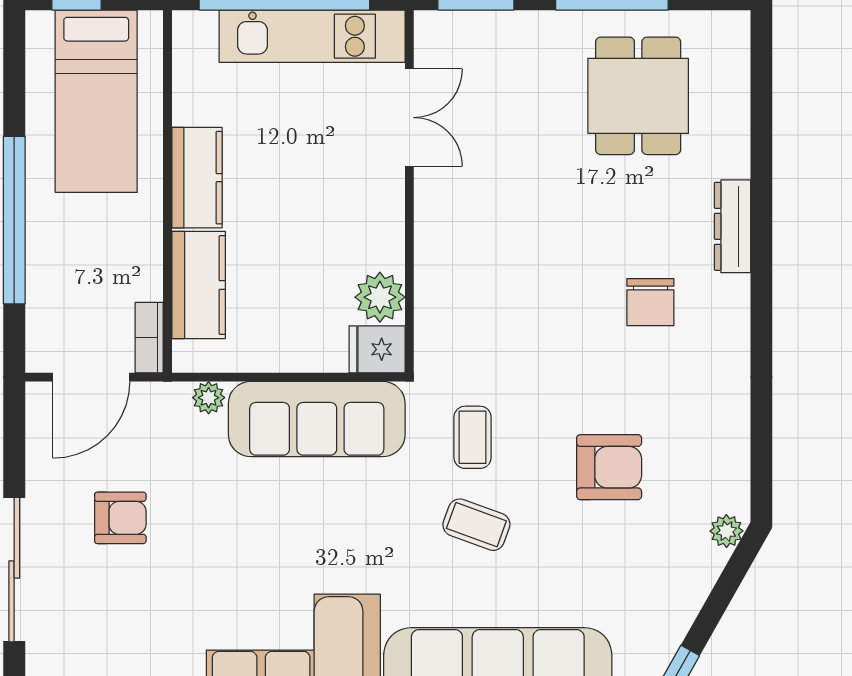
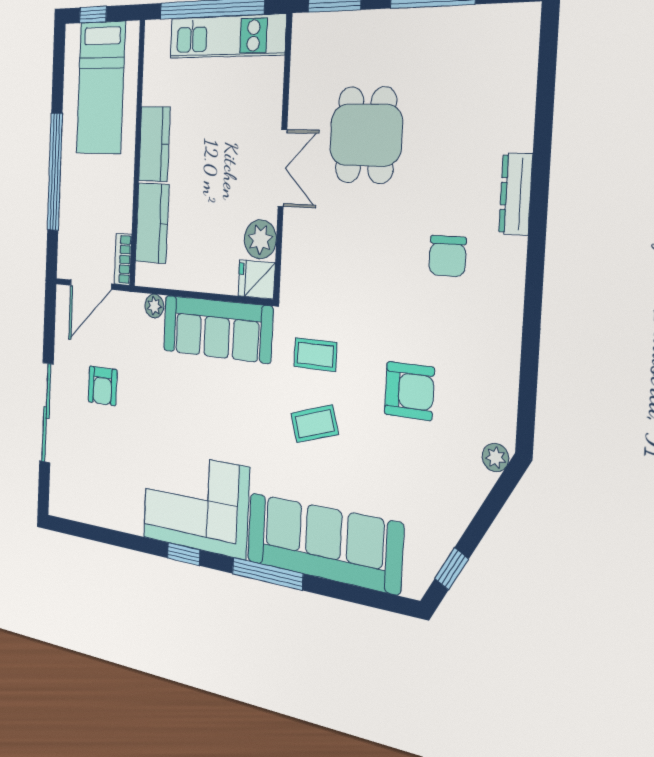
dining table: (638, 96) -> (366, 135), moved
double door: (409, 118) -> (282, 168), moved
coffee table: (473, 437) -> (315, 355), turned 90
armchair: (120, 518) -> (103, 386), turned 90
coffee table: (476, 525) -> (315, 424), turned -37

